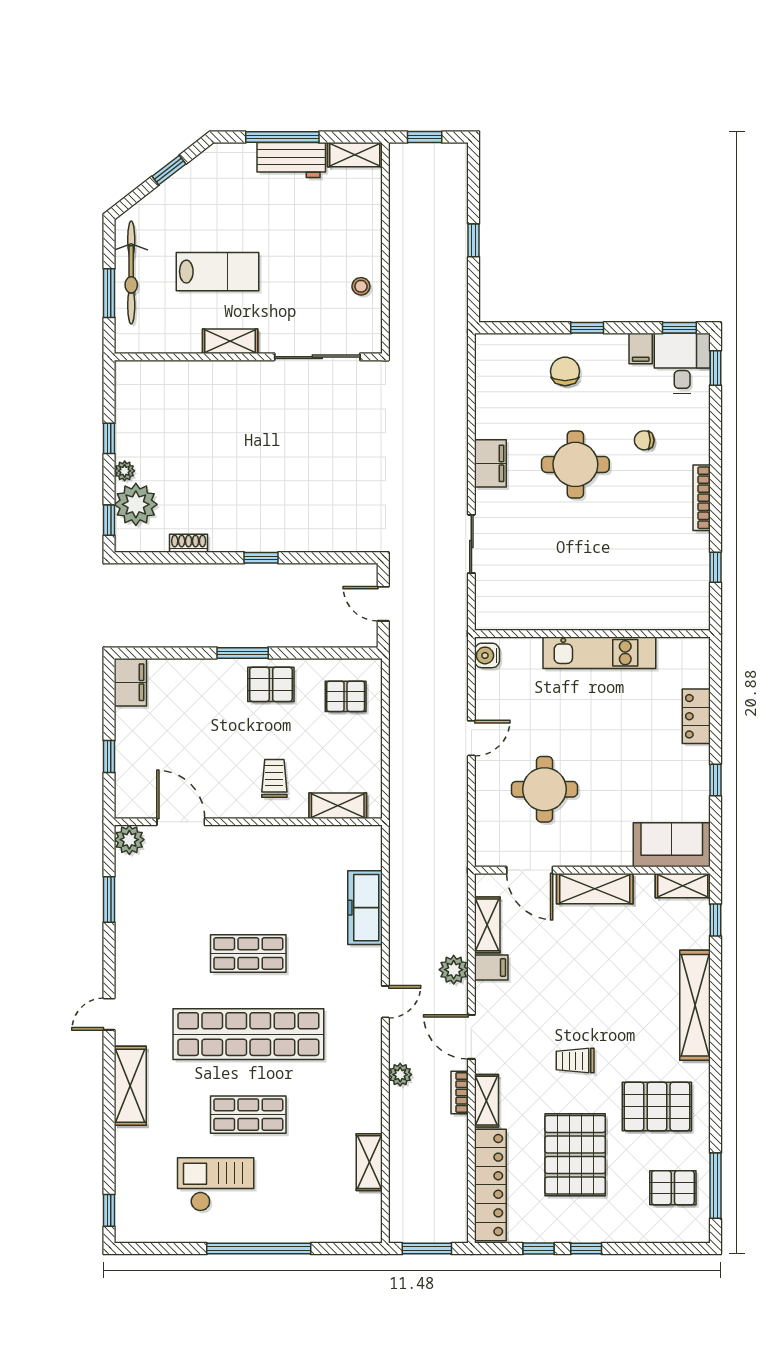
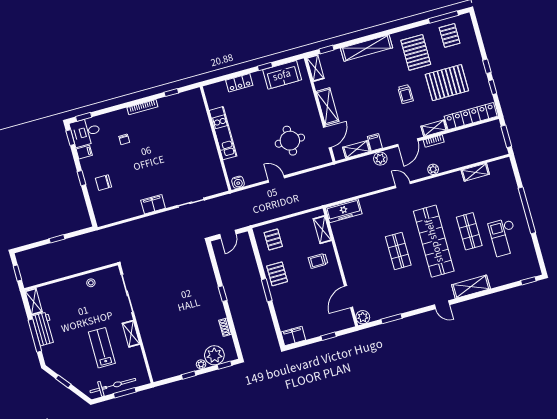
round table: (575, 464) -> (143, 167), removed
sofa: (672, 845) -> (282, 75), moved, turned -90
freezer: (365, 908) -> (344, 211), moved

